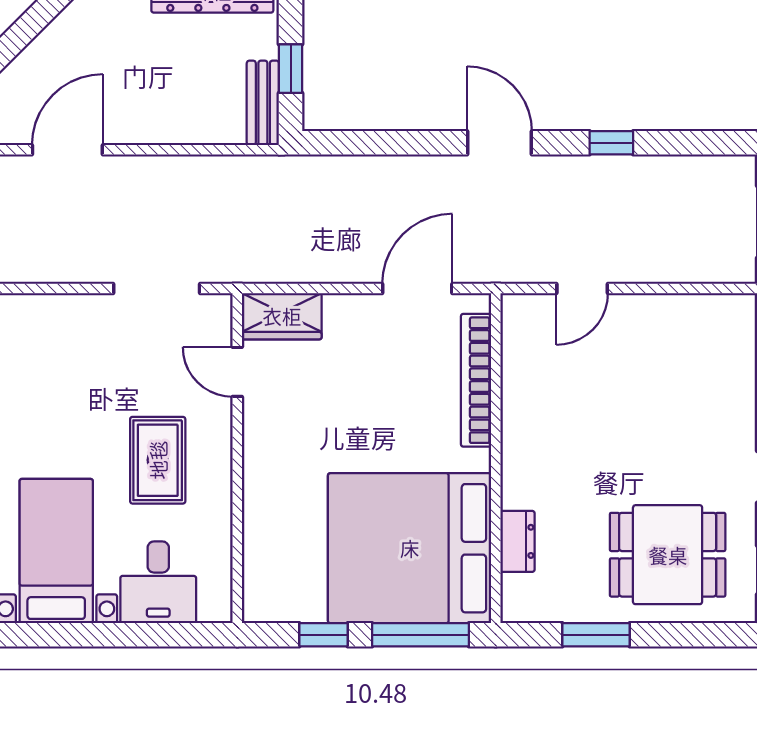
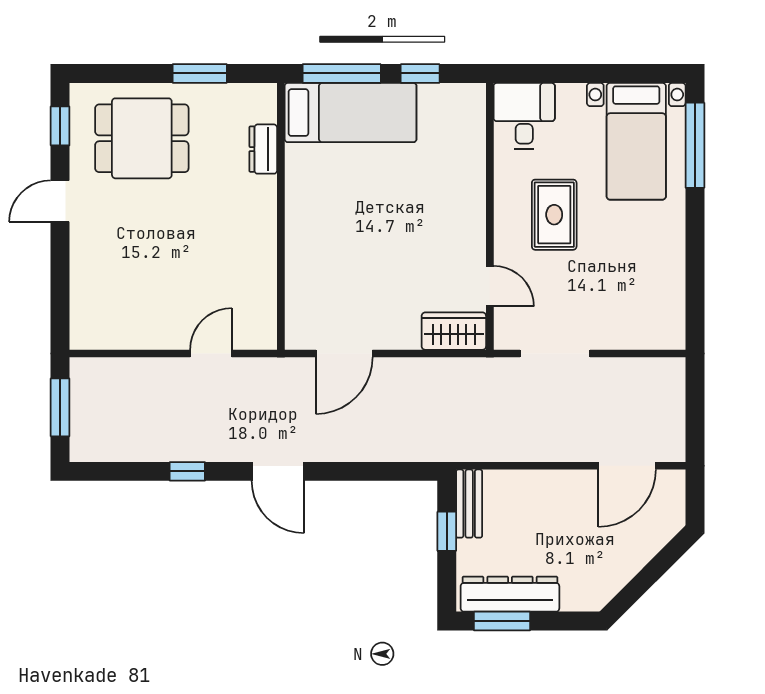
bookcase: (476, 380) -> (297, 279), removed
bed: (410, 548) -> (351, 113), width x0.49
desk: (158, 582) -> (524, 116), moved

